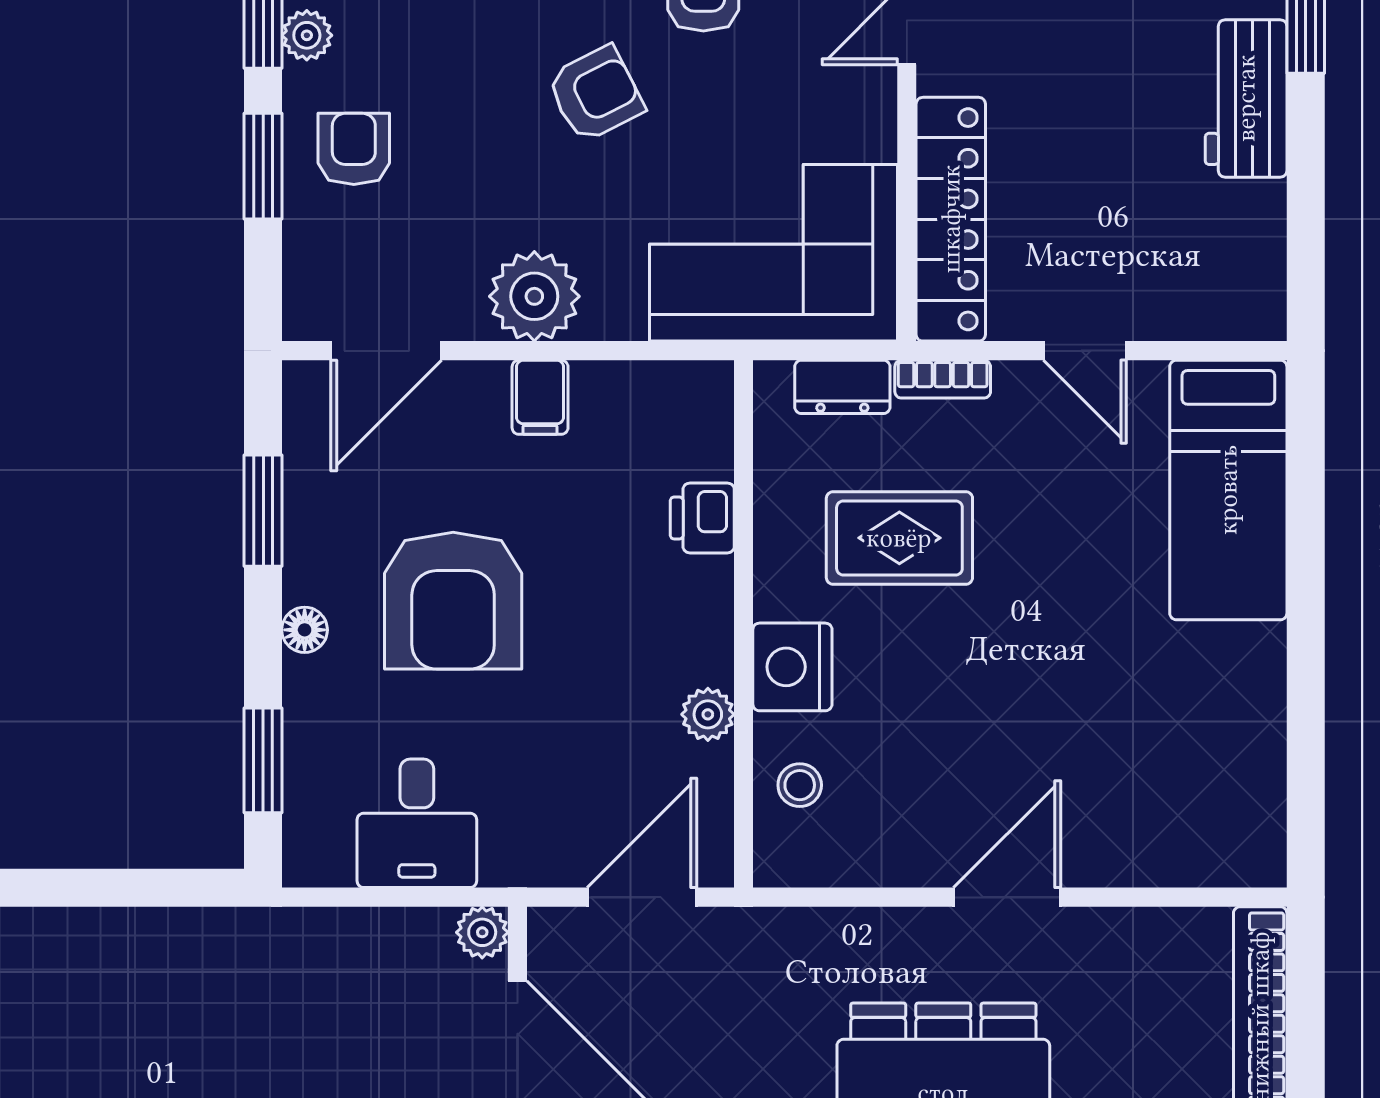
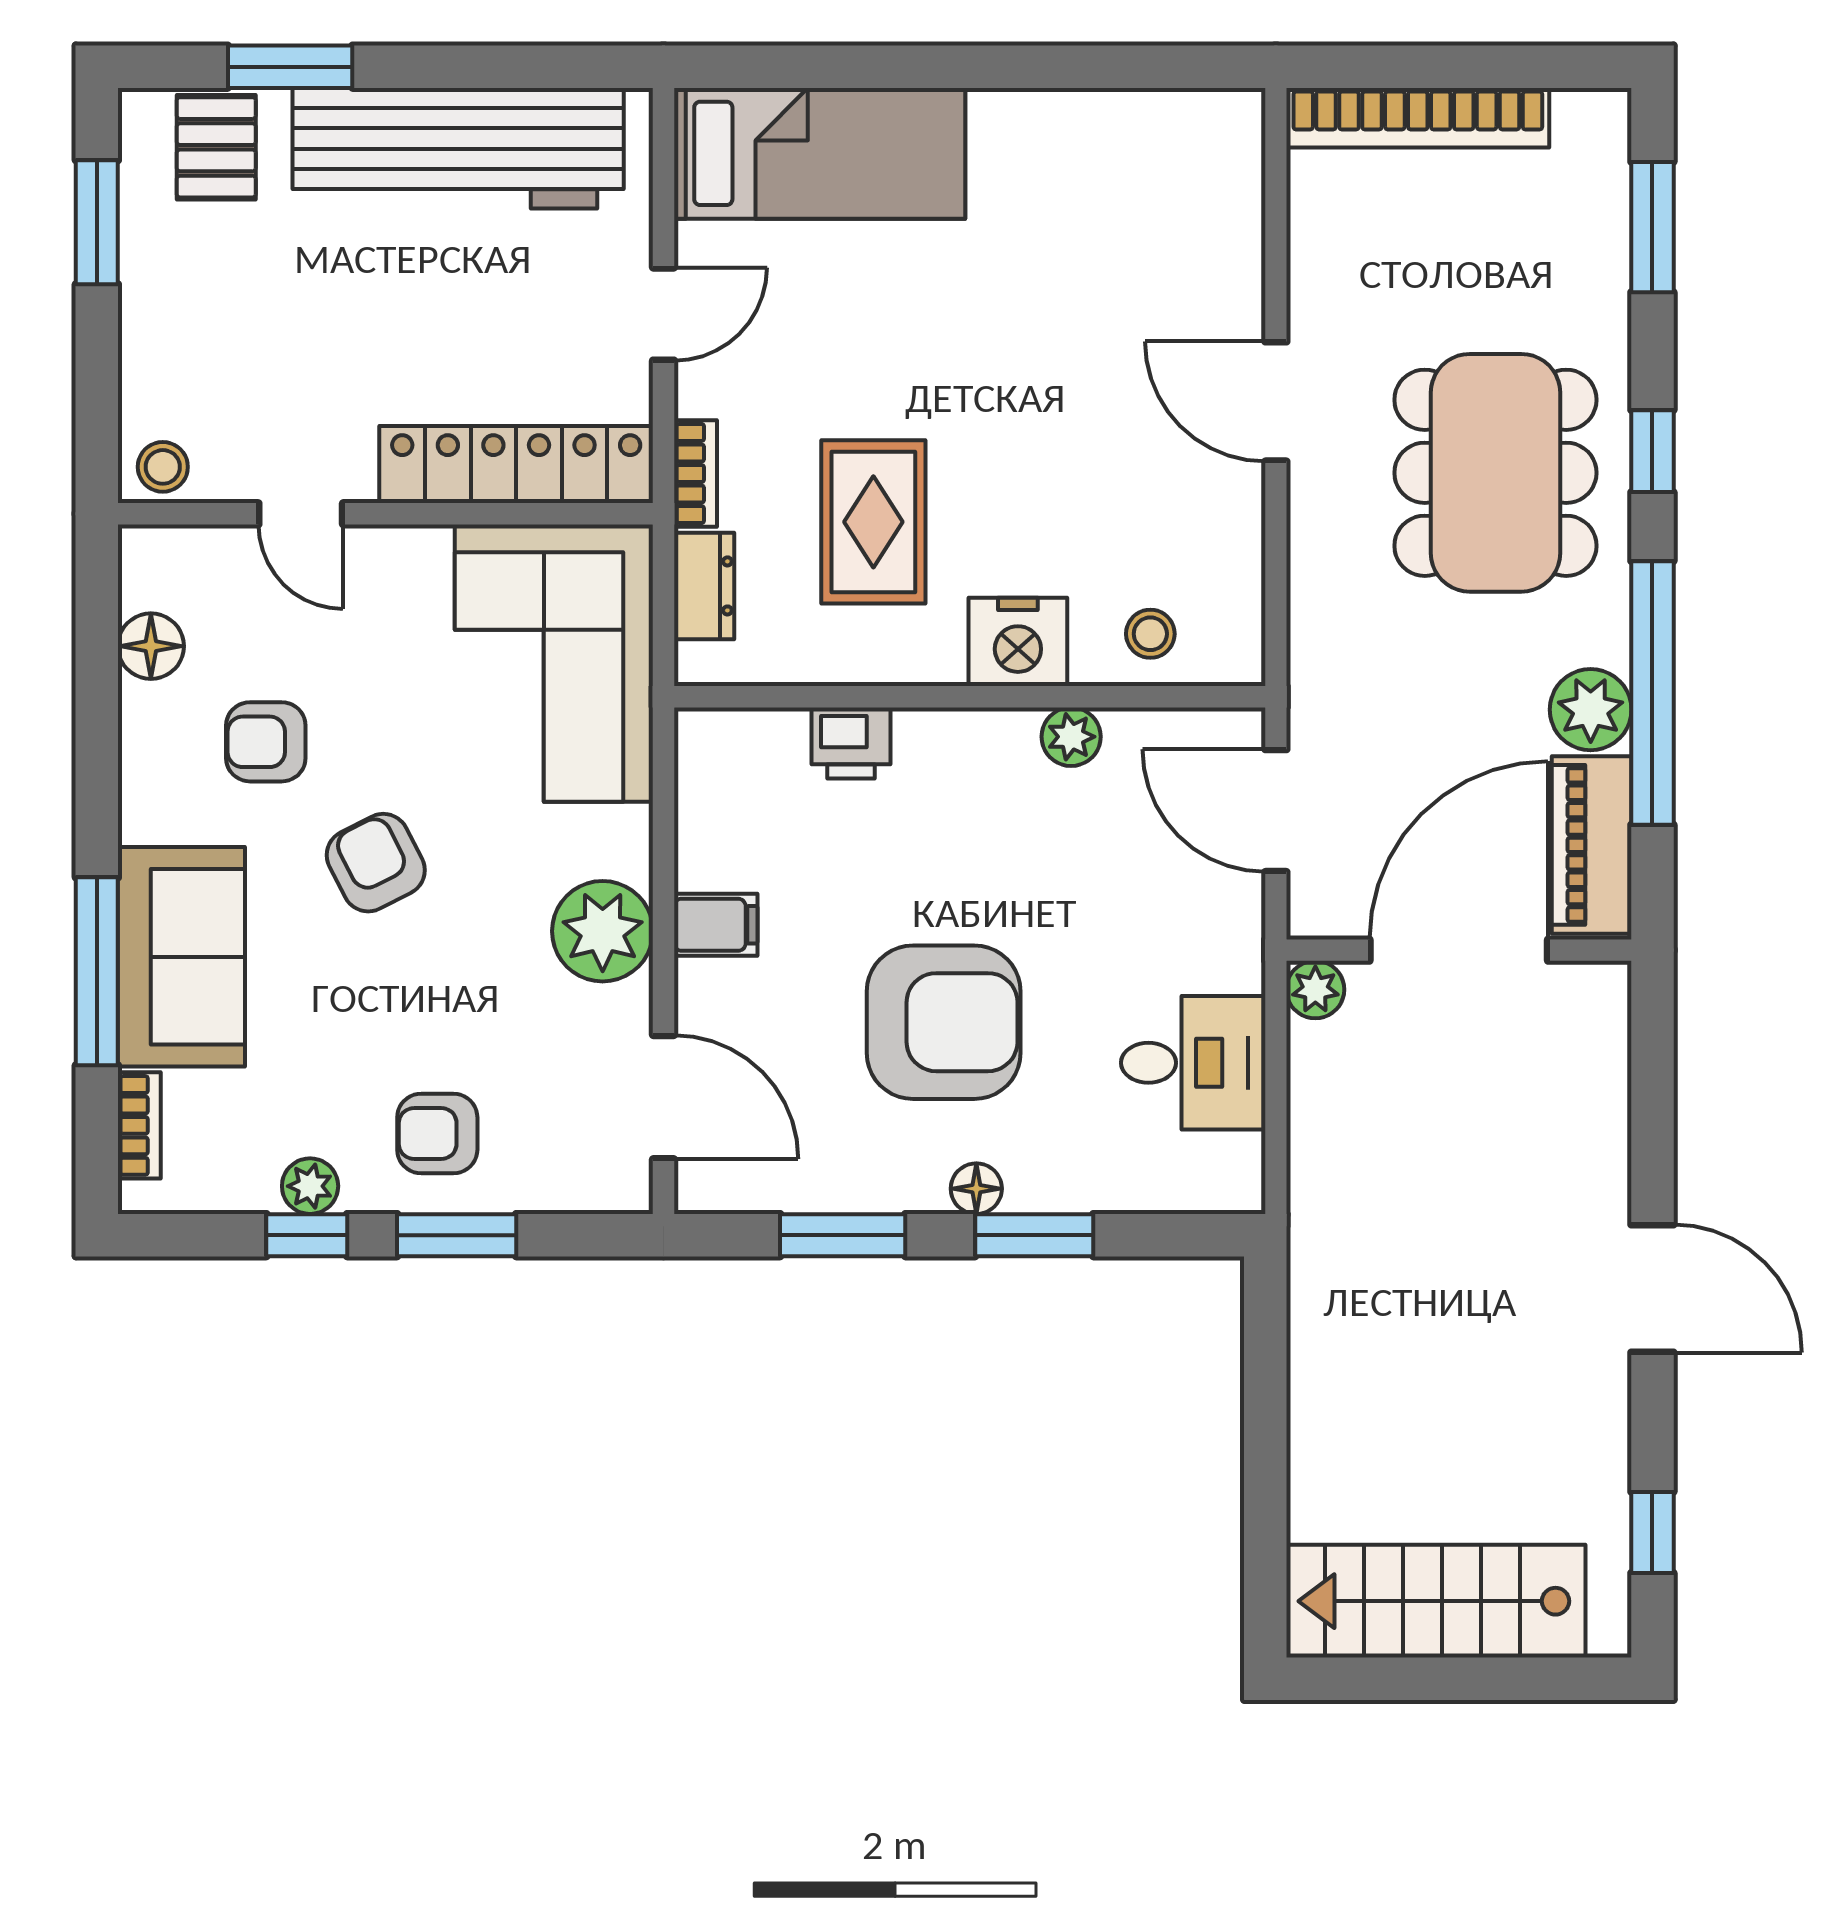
workbench: (1246, 98) -> (458, 148), width x1.88, depth x1.32
window: (263, 760) -> (1034, 1235), moved

